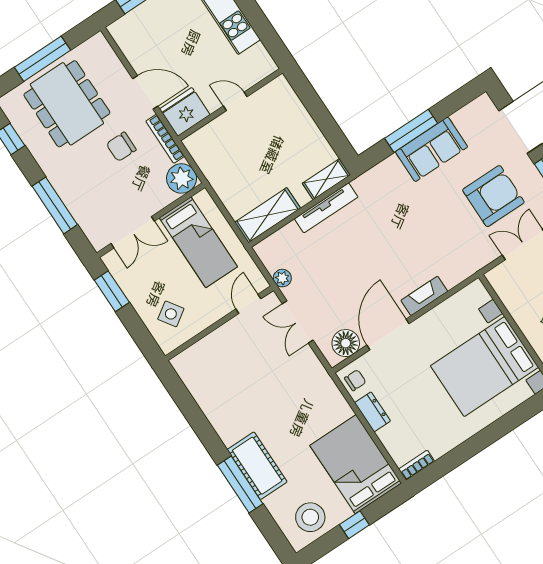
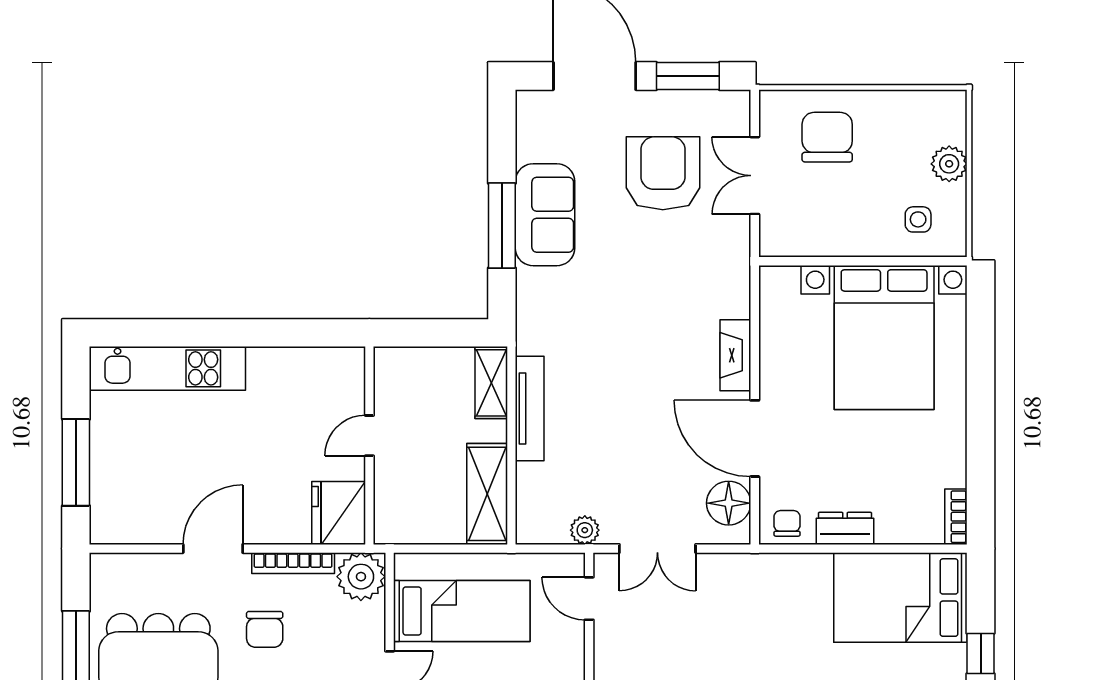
door: (235, 101) -> (369, 436), moved
wall: (230, 105) -> (369, 445), moved
fridge: (185, 112) -> (339, 513), moved

